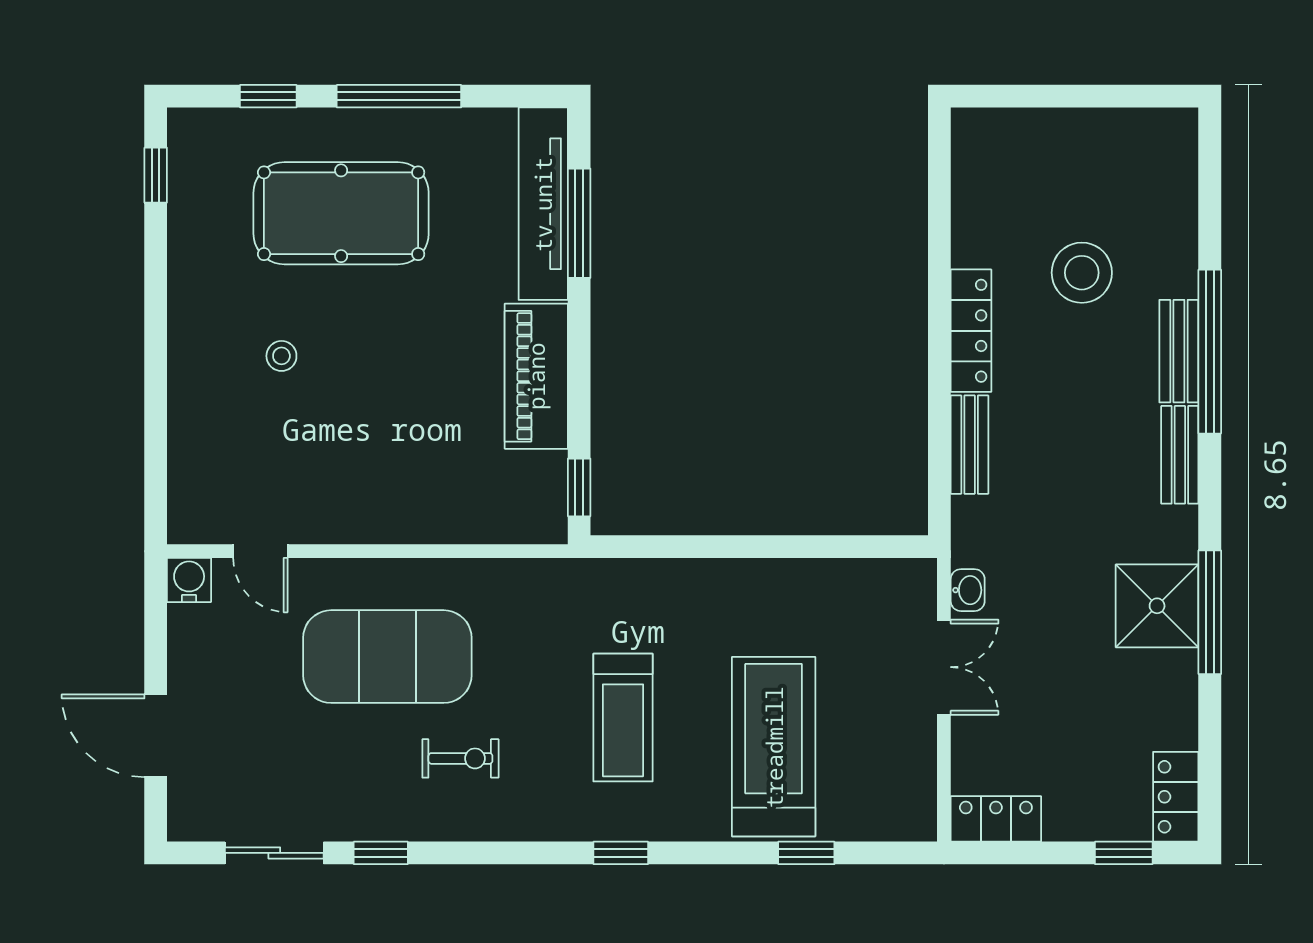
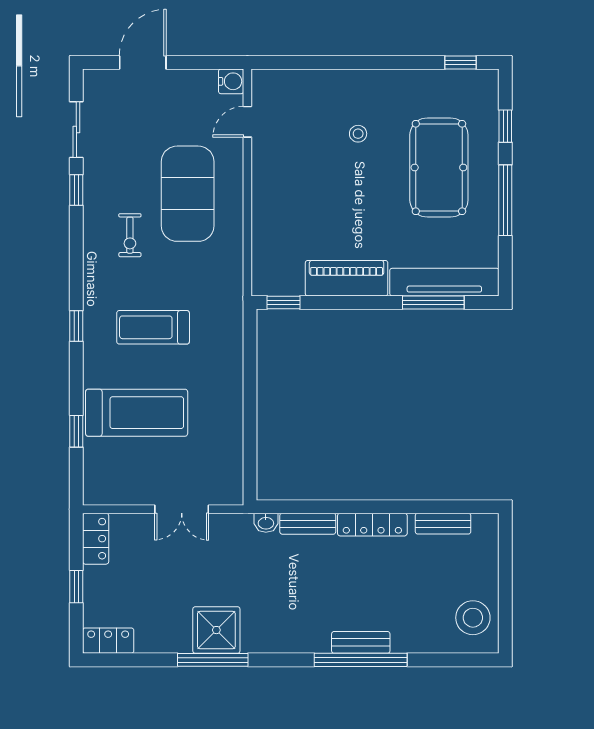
stool: (1082, 273) -> (473, 618), moved
bench: (1180, 455) -> (443, 524), moved
washbasin: (968, 590) -> (266, 523), moved
window: (1124, 853) -> (76, 587), moved

